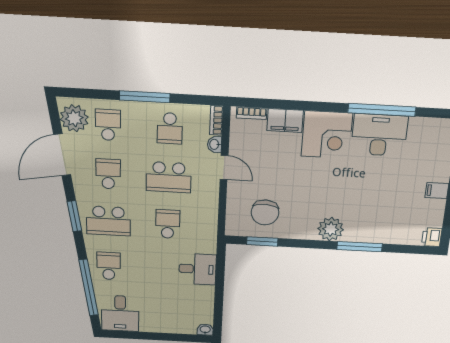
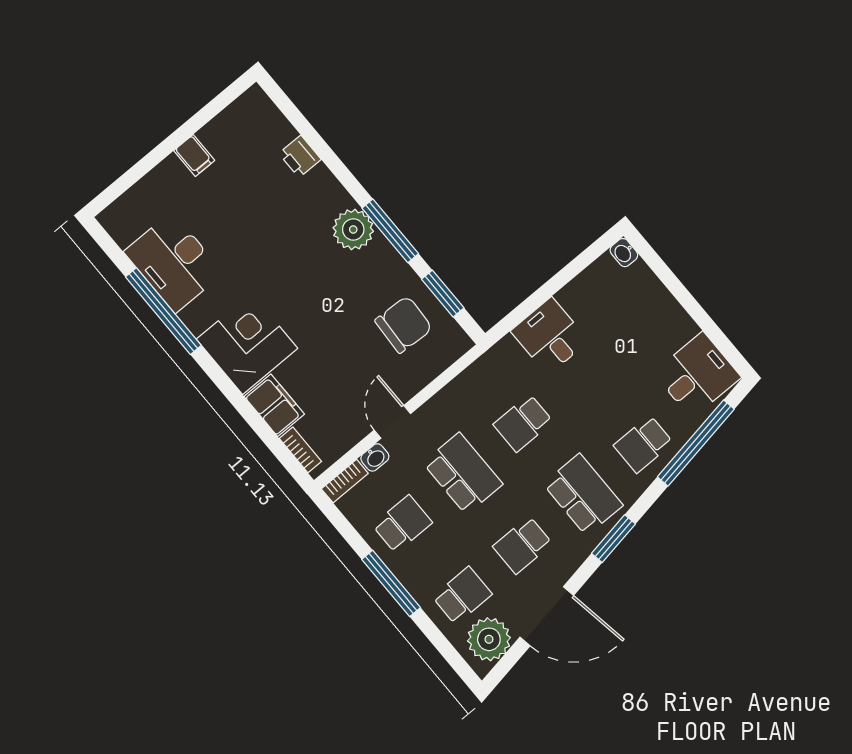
school desk: (108, 125) -> (462, 596), turned 180
desk: (379, 135) -> (174, 262), moved
printer: (432, 237) -> (300, 156), moved, turned 90
window: (360, 247) -> (390, 231), moved

